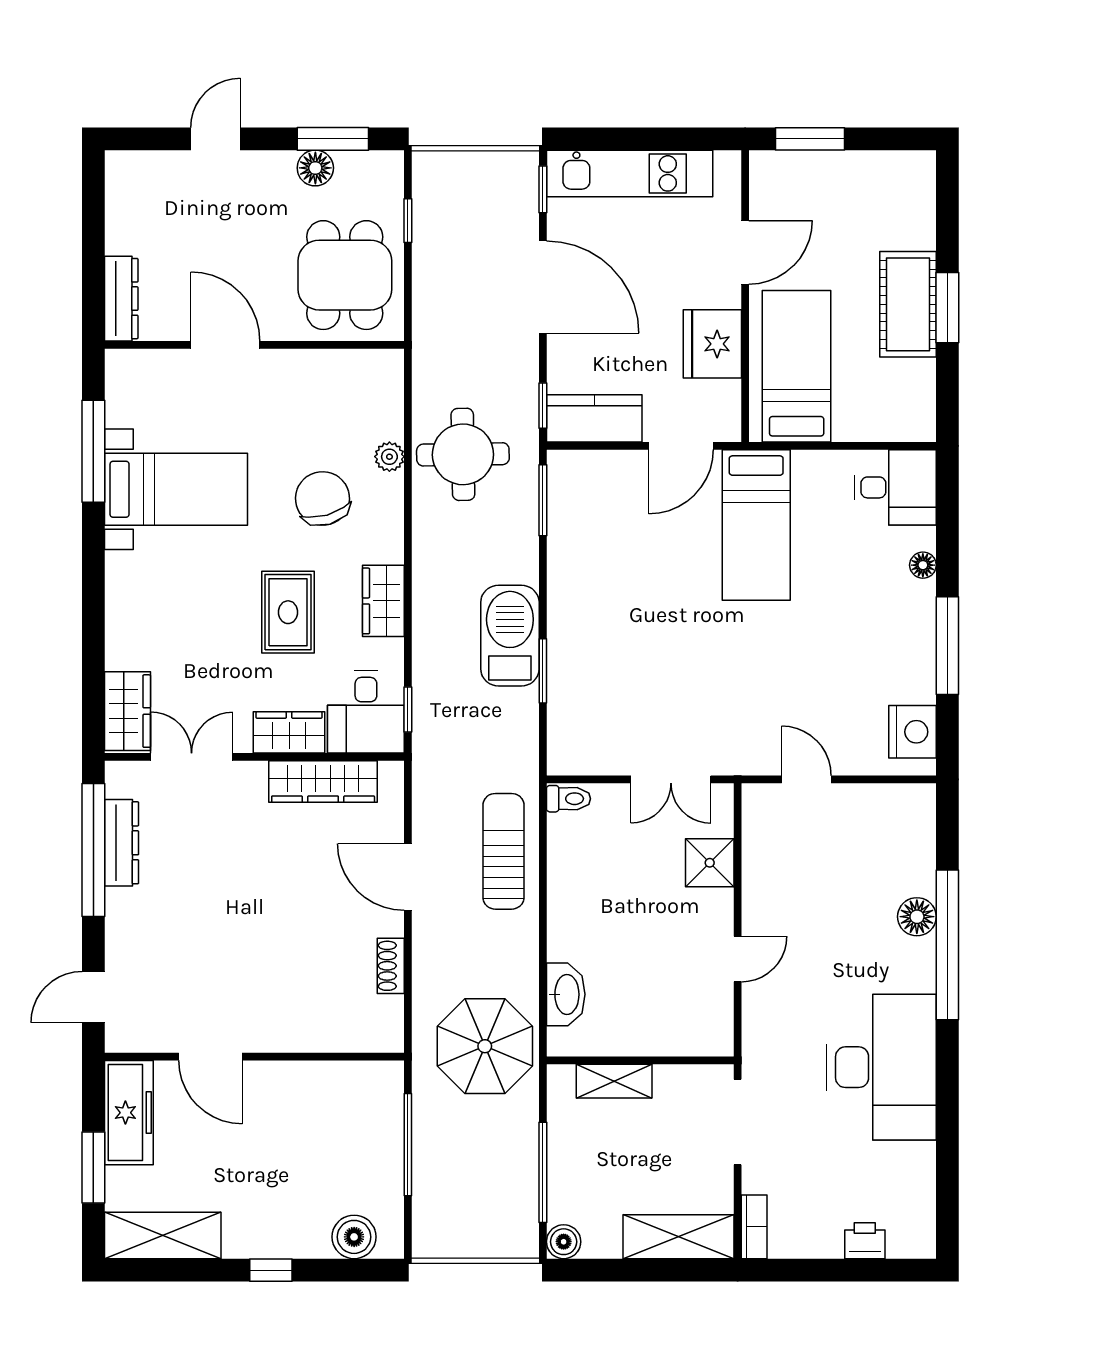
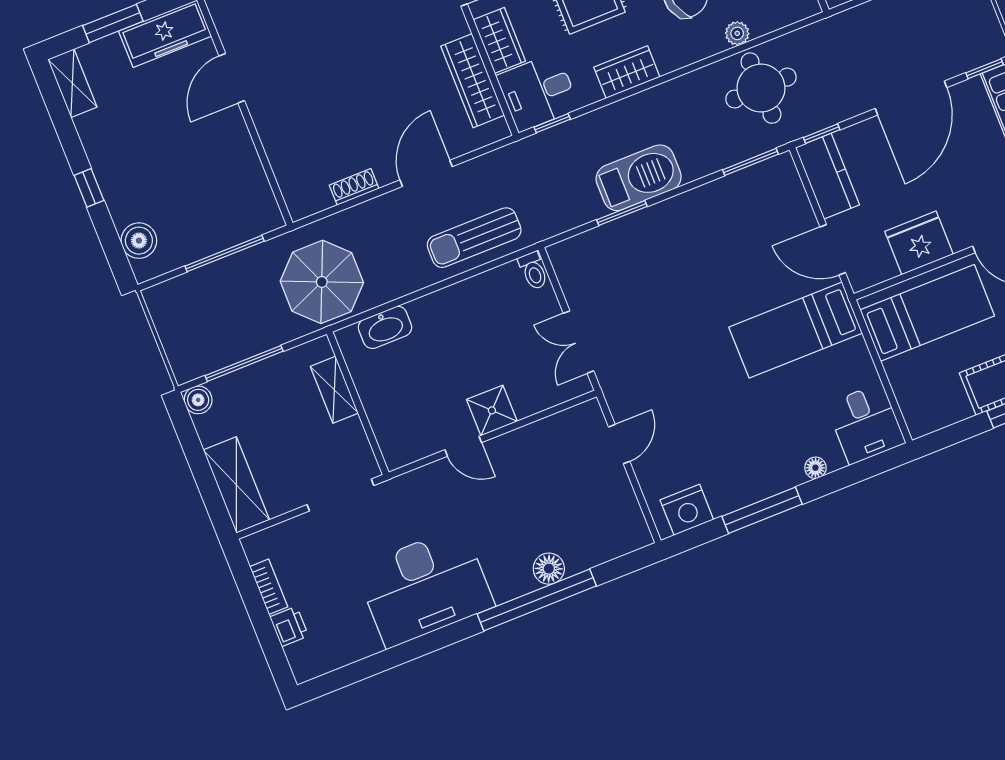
sun lounger: (503, 851) -> (474, 238), turned 180
shower: (710, 863) -> (492, 410), moved
bookcase: (754, 1227) -> (269, 587), moved, turned -90
shelving: (163, 1236) -> (72, 83), width x0.67, depth x0.75

